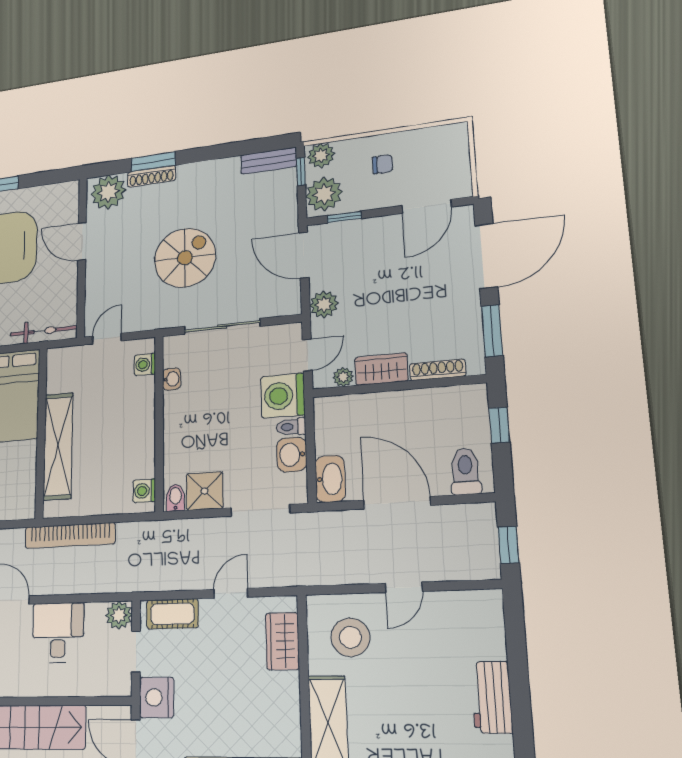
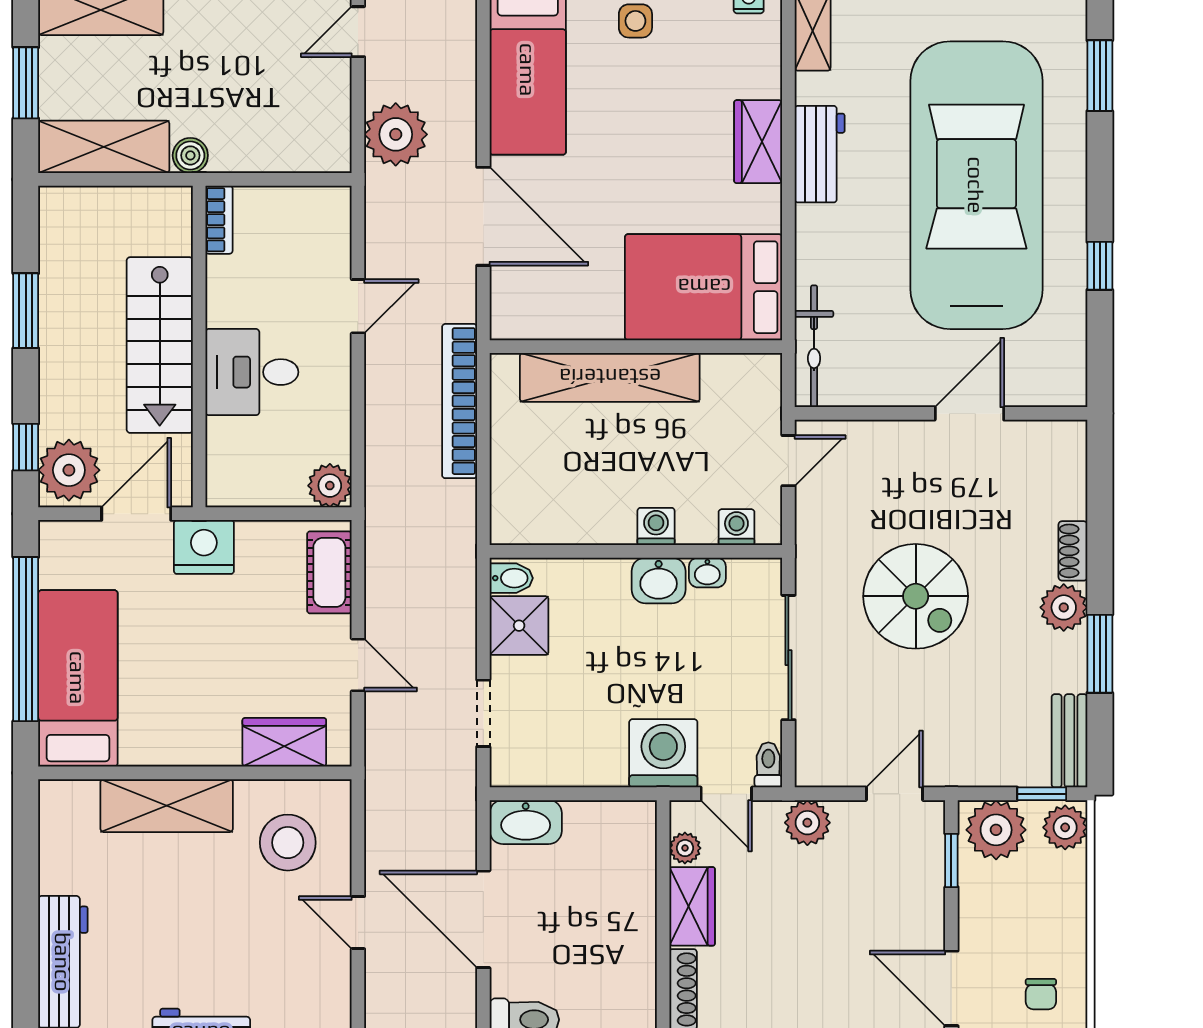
window: (153, 162) -> (1100, 654), moved
chair: (383, 164) -> (1041, 994), moved
shoe rack: (151, 176) -> (1073, 551), width x0.70
plant: (108, 192) -> (1064, 607), moved, width x0.73, depth x0.73
door: (304, 255) -> (894, 794), width x0.73
door: (107, 339) -> (788, 461), hinge flipped
toilet: (291, 427) -> (768, 765), moved
washbasin: (292, 455) -> (659, 580), moved, turned 180
washing machine: (144, 491) -> (656, 526), moved
door: (397, 503) -> (483, 919), swing flipped
doorway: (260, 510) -> (483, 713), width x0.73
desk: (58, 633) -> (252, 372), moved, turned 180
doorway: (136, 652) -> (273, 514), removed

